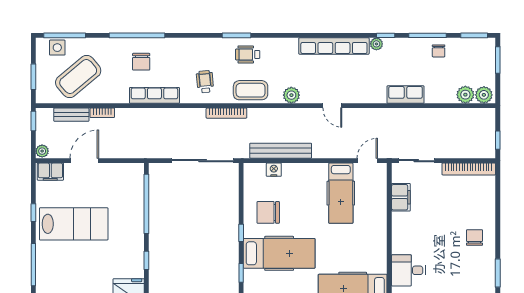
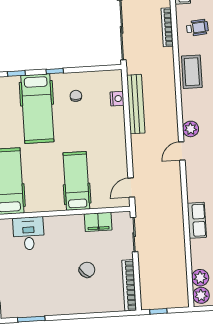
plant: (291, 95) -> (191, 129), moved
bookcase: (226, 113) -> (167, 27), moved
door: (367, 161) -> (131, 188), swing flipped
hospital bed: (341, 193) -> (76, 181), moved, turned 90
chair: (268, 212) -> (76, 96), width x0.54, depth x0.54
chair: (475, 237) -> (87, 270), moved, turned -47

